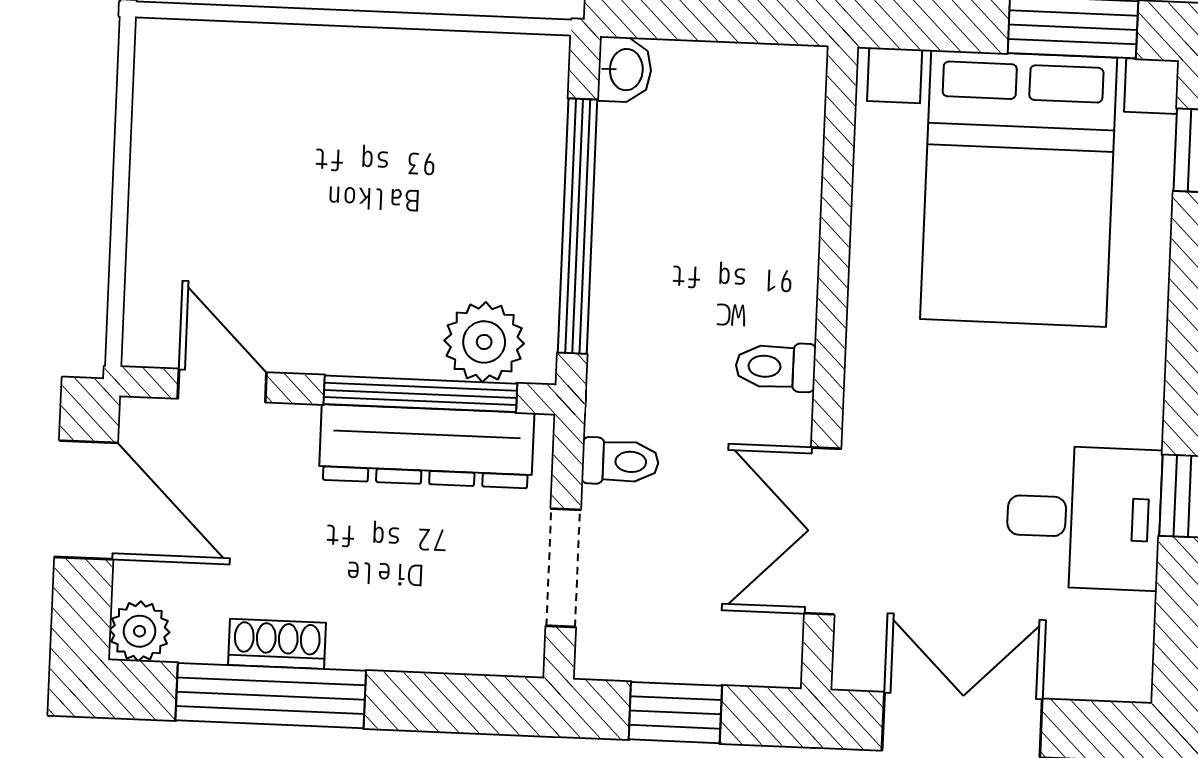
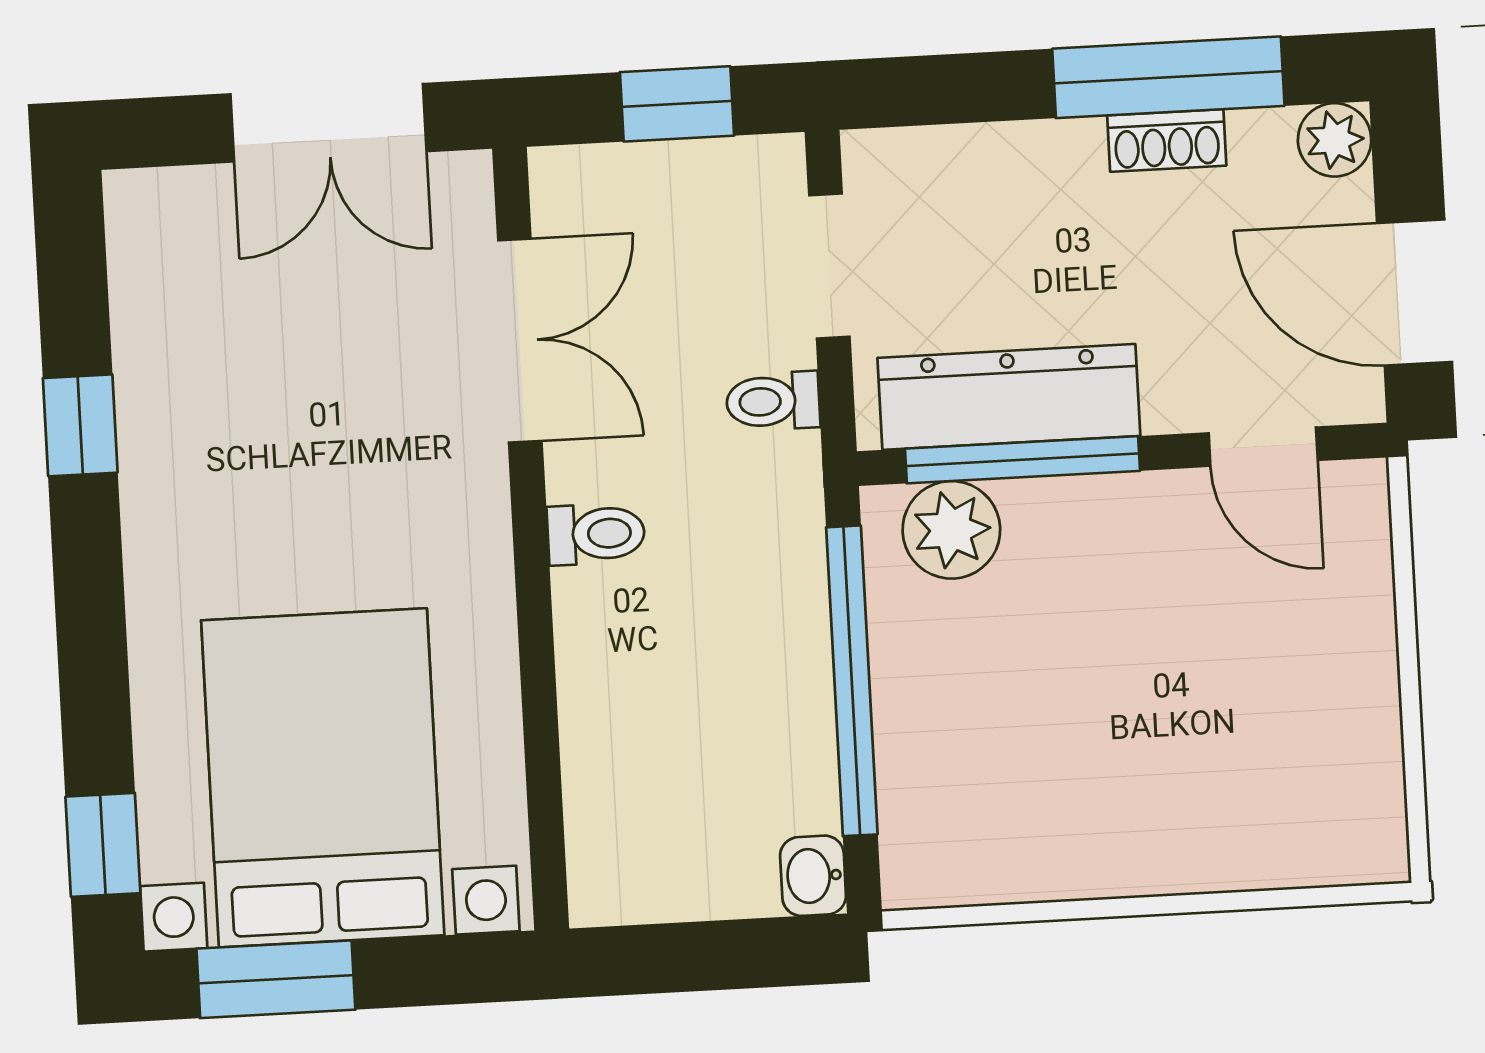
desk: (1084, 518) -> (206, 387), removed

